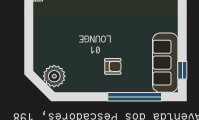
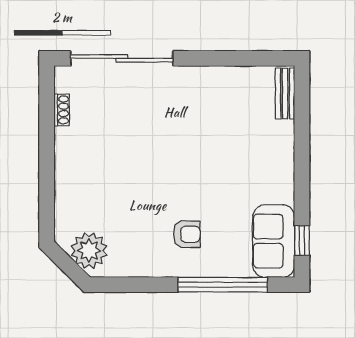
sofa: (165, 63) -> (274, 241), width x0.73

